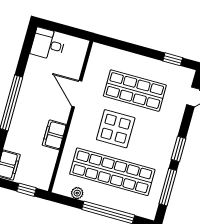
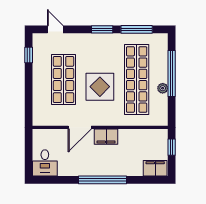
filing cabinet: (54, 135) -> (106, 137), moved
plant: (77, 193) -> (163, 88), moved

